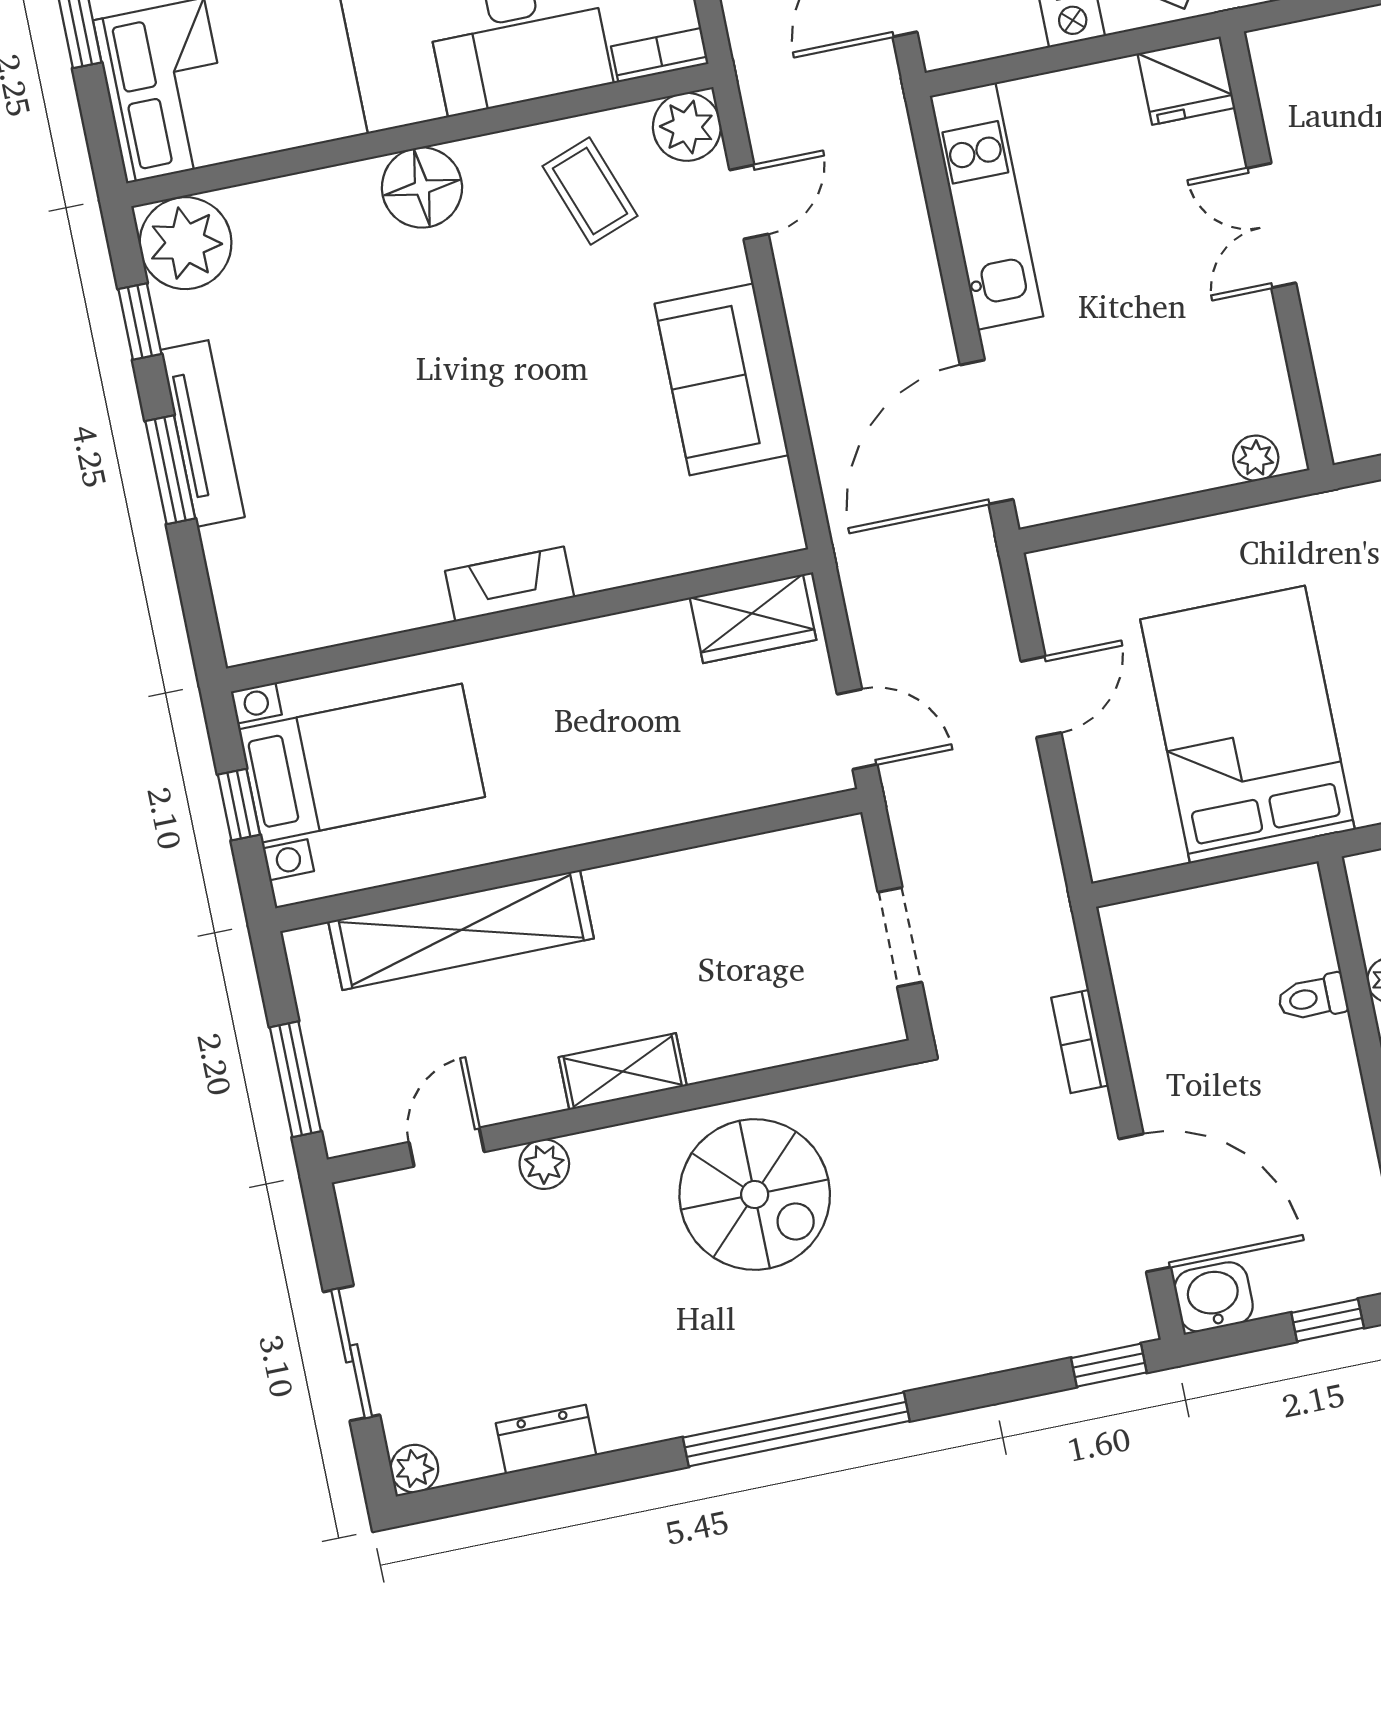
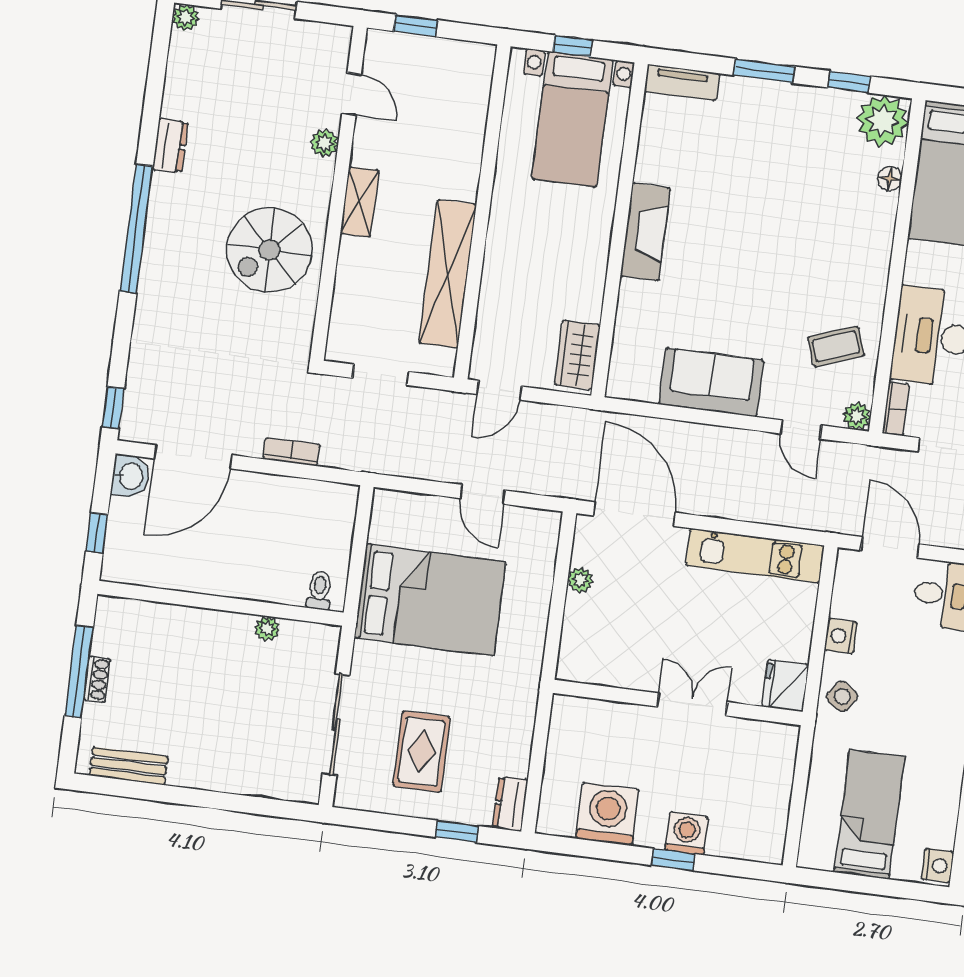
plant: (687, 127) -> (857, 416), width x0.73, depth x0.73
floor lamp: (422, 188) -> (890, 179), moved, width x0.53, depth x0.53
tv unit: (203, 433) -> (682, 82), moved, width x0.71
plant: (1256, 458) -> (580, 580), moved
fireplace: (510, 584) -> (645, 232), width x1.37, depth x1.32
shelving: (461, 930) -> (448, 274), moved
toilet: (1313, 998) -> (320, 590), moved
window: (295, 1079) -> (416, 26), width x0.67
dresser: (546, 1439) -> (170, 146), moved

